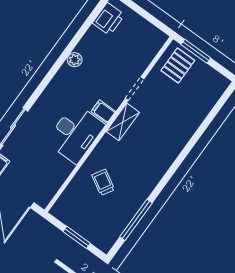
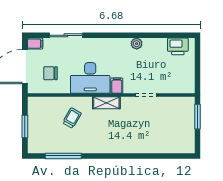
pallet: (178, 66) -> (180, 112), removed
shelving: (123, 122) -> (106, 103), moved
chair: (41, 171) -> (50, 73), added

